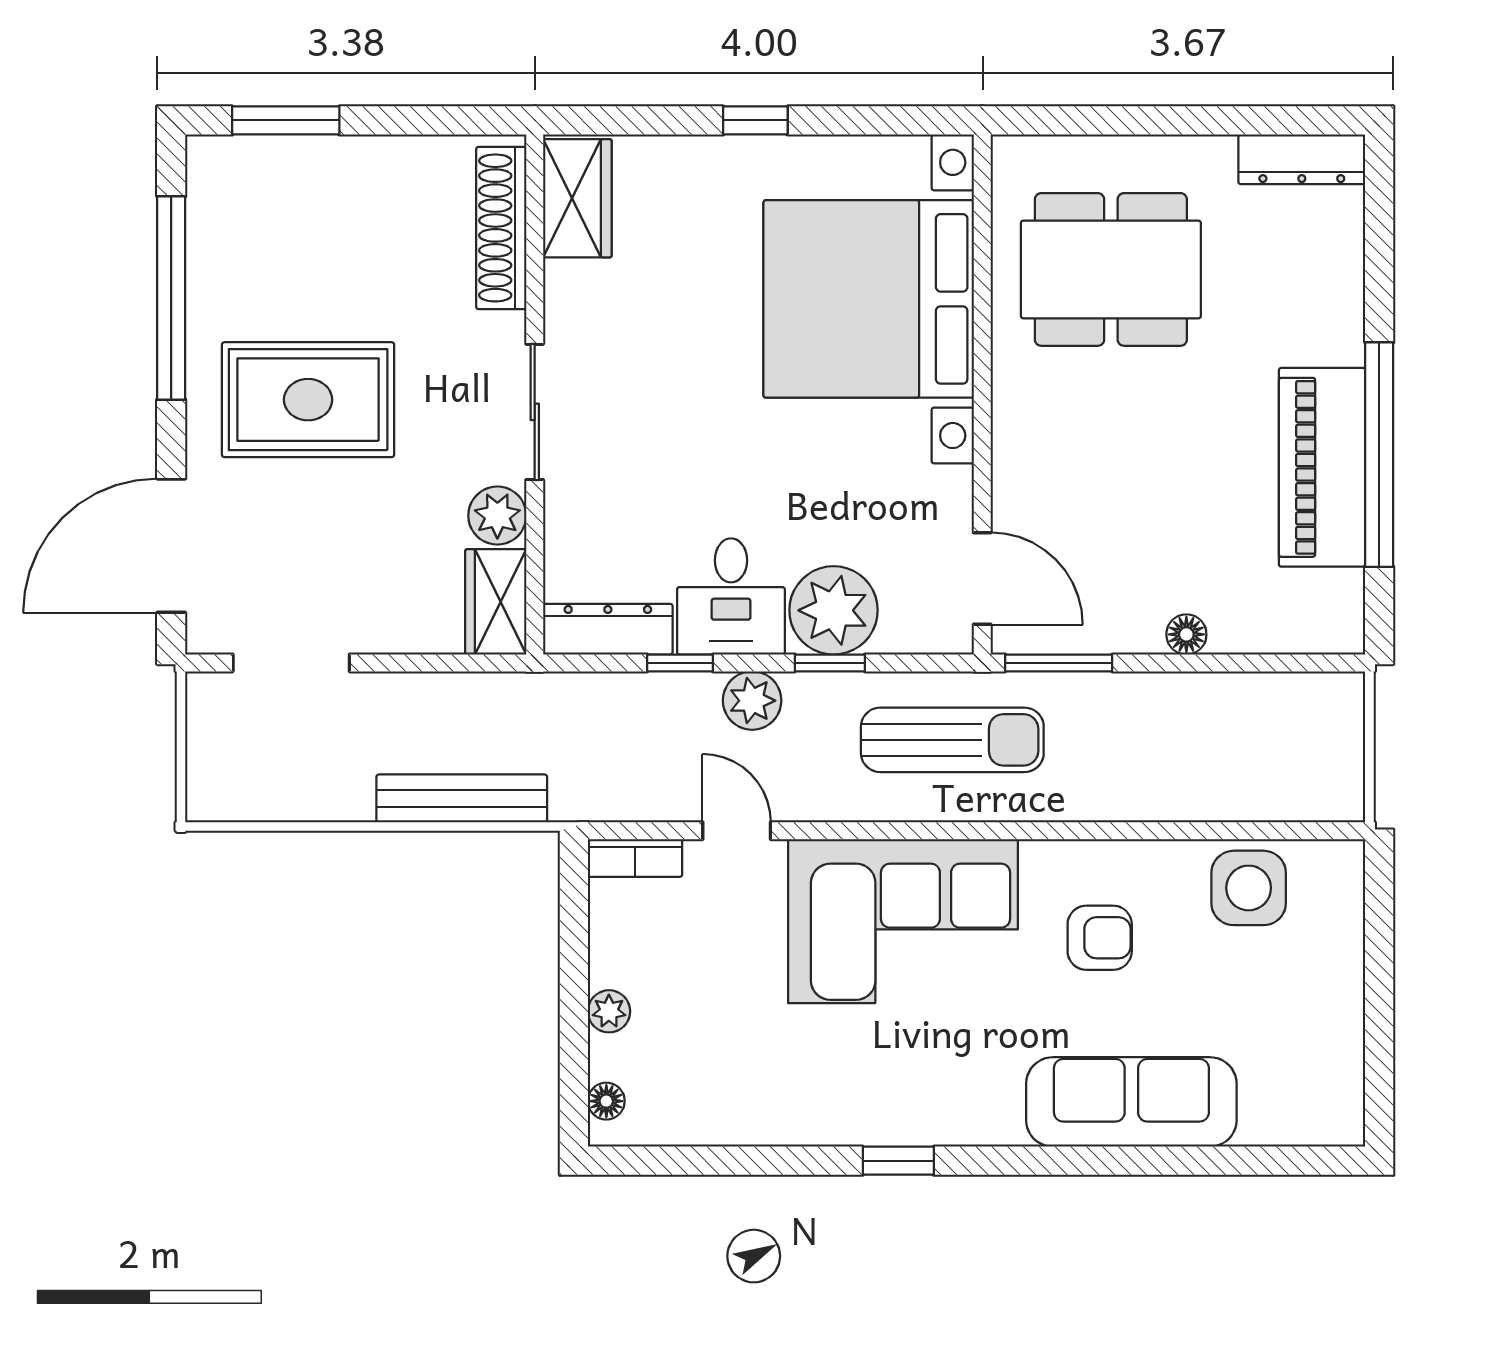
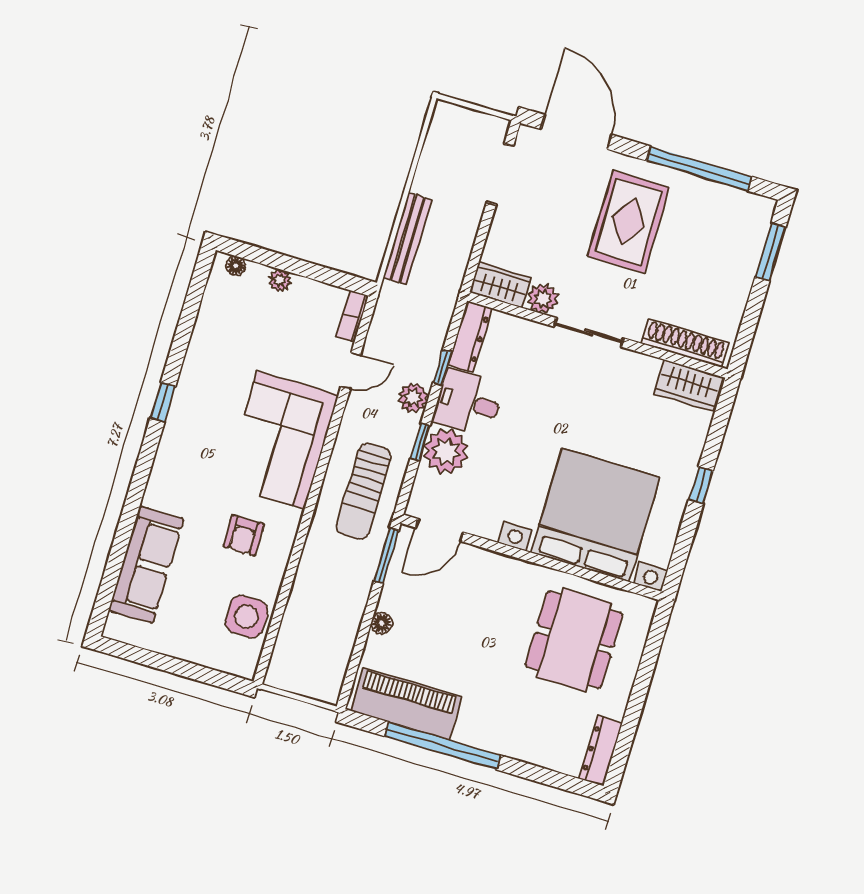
piano: (1322, 467) -> (406, 704), moved
sofa: (1131, 1102) -> (146, 565), moved

